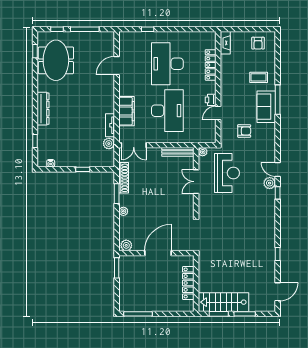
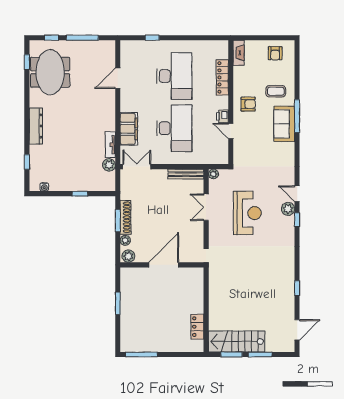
desk: (167, 64) -> (174, 76), turned 180
door: (218, 113) -> (231, 131), hinge flipped
armchair: (244, 131) -> (248, 104), moved
double door: (134, 145) -> (137, 167), swing flipped
reception desk: (227, 173) -> (247, 213), moved
shoe rack: (124, 178) -> (125, 217), moved
plant: (126, 245) -> (128, 256), moved
wall: (156, 253) -> (162, 265), moved
door: (158, 253) -> (164, 265), moved
locker: (188, 283) -> (197, 327), width x0.66

